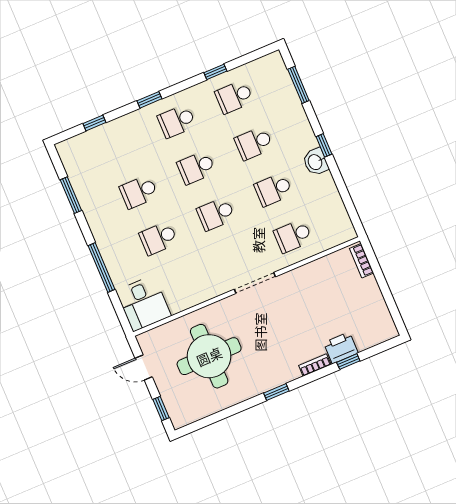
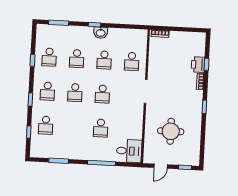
school desk: (139, 192) -> (46, 125), moved
round table: (209, 356) -> (171, 131), width x0.73, depth x0.73

